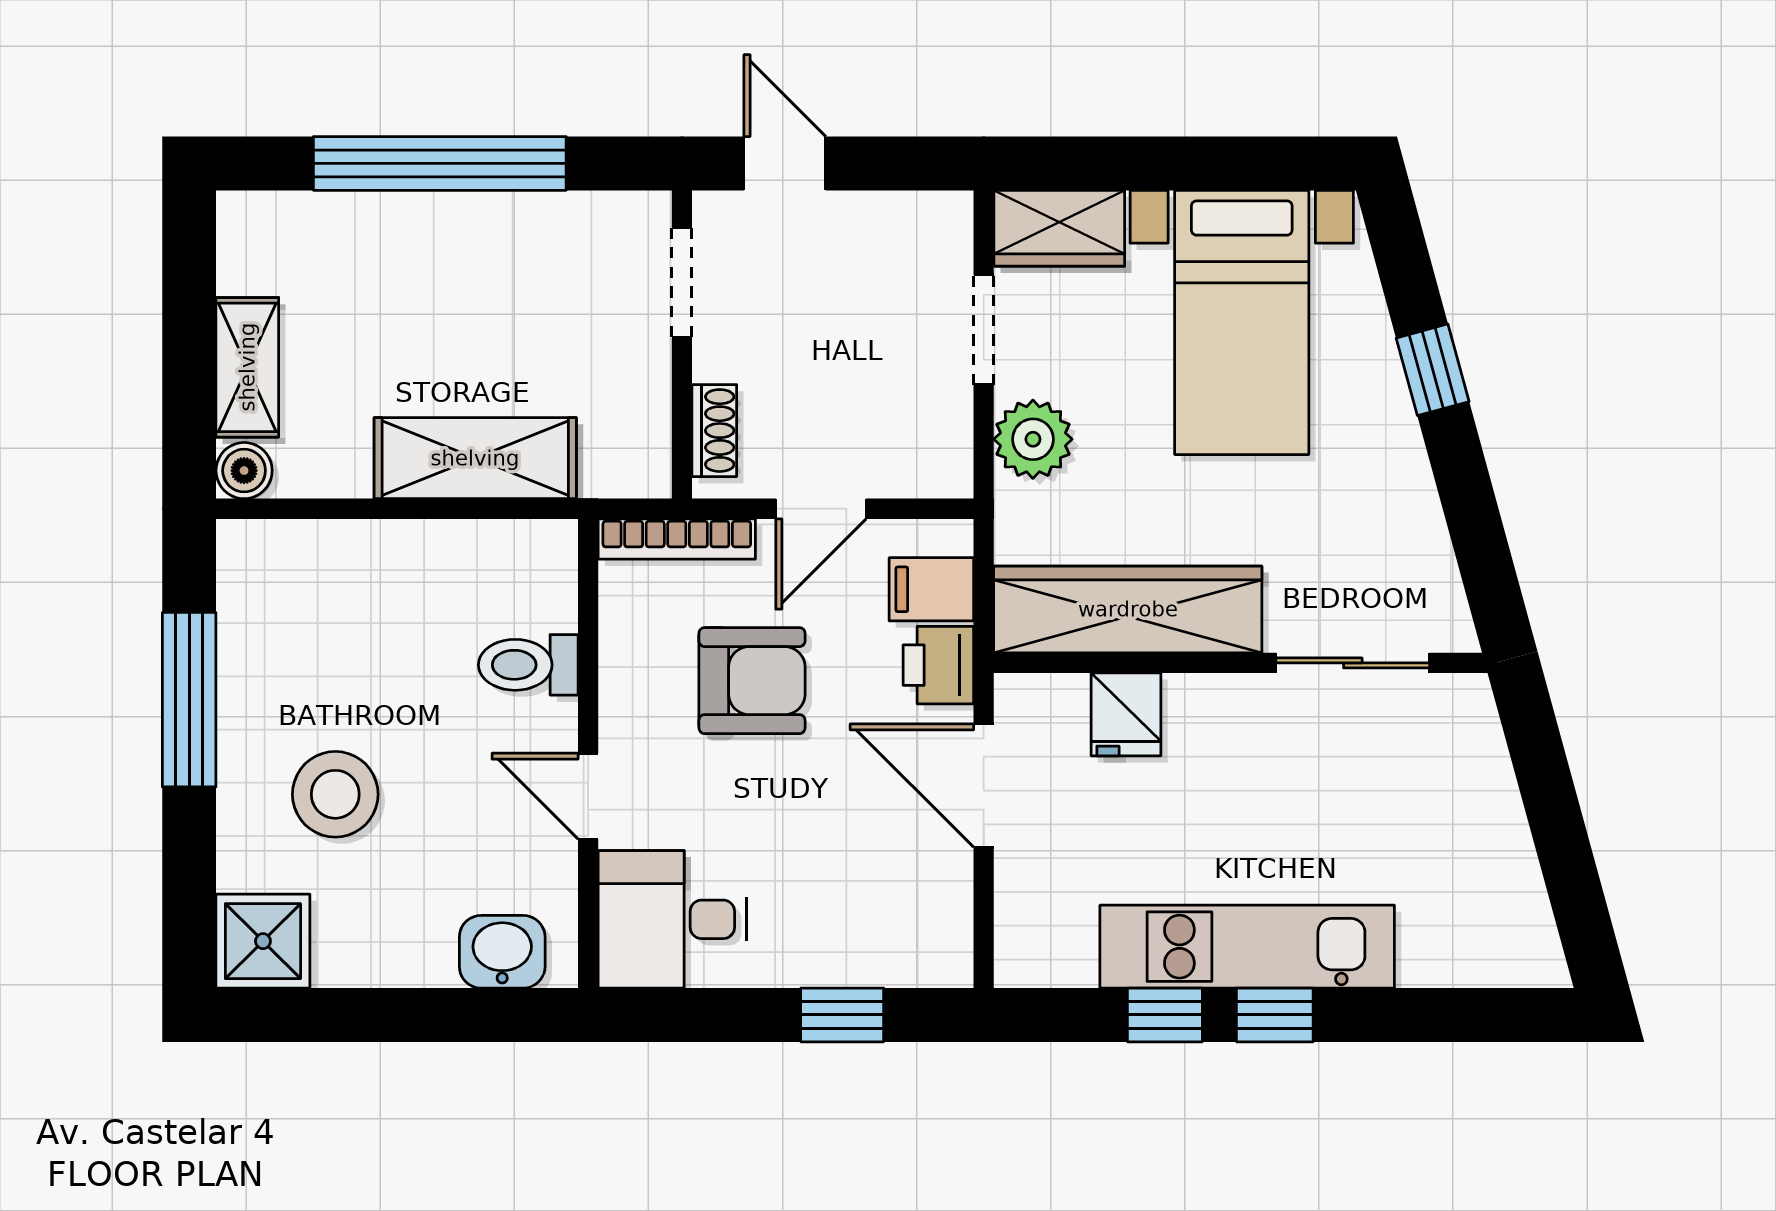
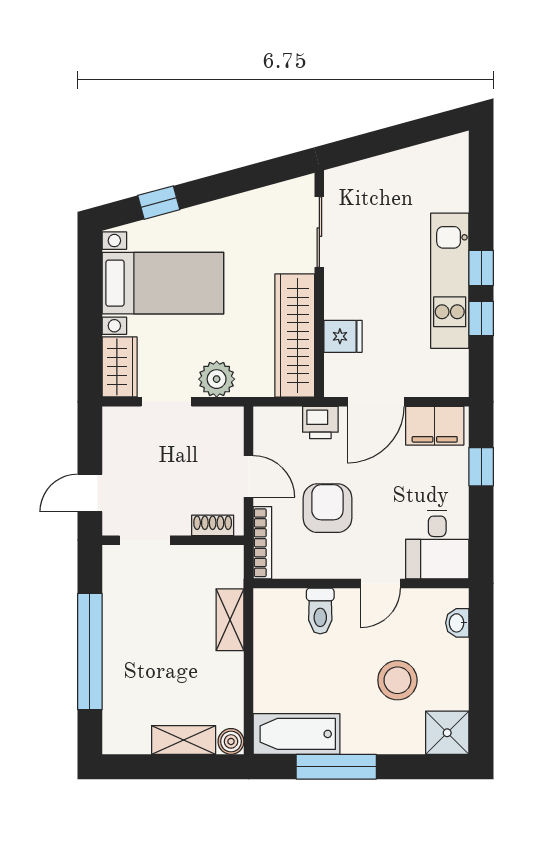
window: (1433, 370) -> (159, 203), moved
shelving: (475, 458) -> (230, 620), width x0.67, depth x0.75
filing cabinet: (931, 589) -> (435, 426), moved, width x2.00
bathtub: (260, 613) -> (296, 734), added
stool: (335, 794) -> (397, 680), moved
washbasin: (502, 952) -> (457, 623), width x0.72, depth x0.69

